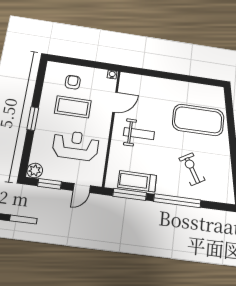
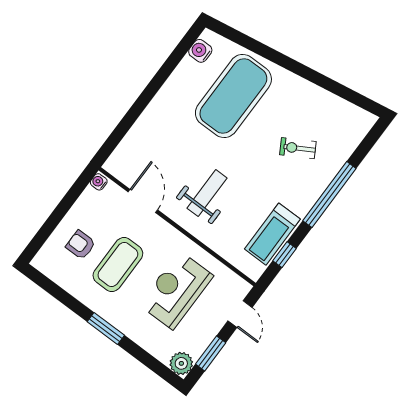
water cooler: (211, 91) -> (200, 51), added
exercise bike: (192, 169) -> (298, 148), width x0.73, depth x0.72
window: (130, 194) -> (284, 255), width x0.46

